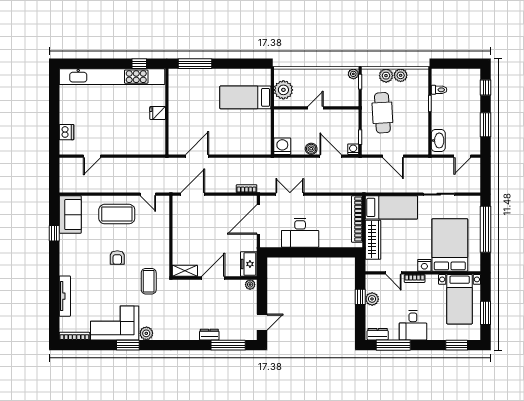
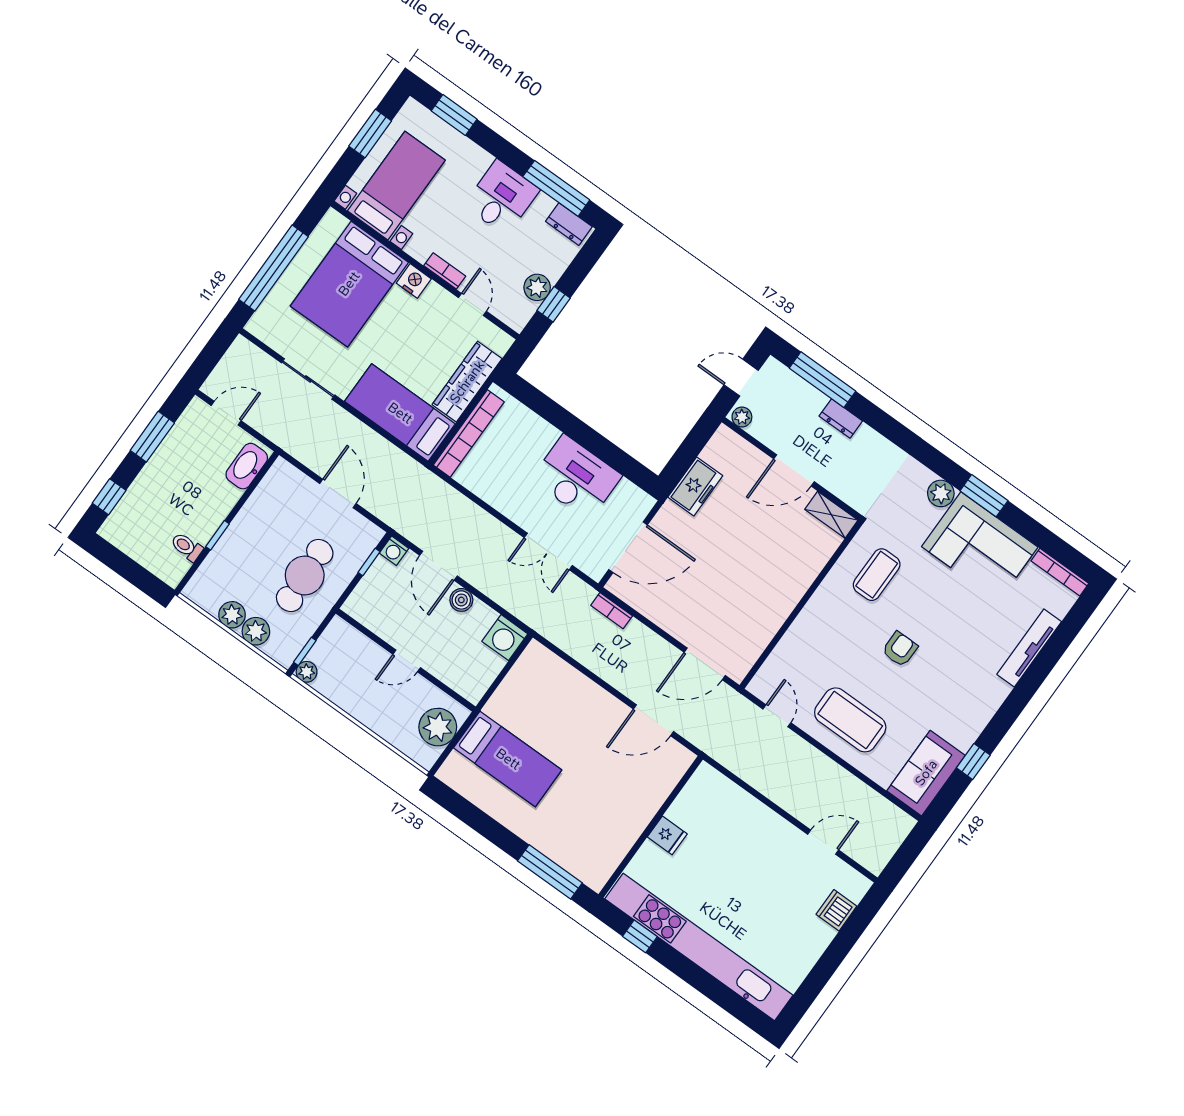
shelving: (185, 271) -> (831, 515), moved
door: (213, 278) -> (794, 470), moved
wall: (215, 278) -> (792, 469), moved
plant: (250, 285) -> (742, 417), moved

